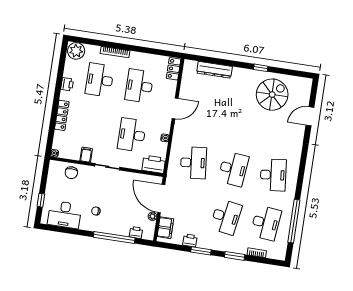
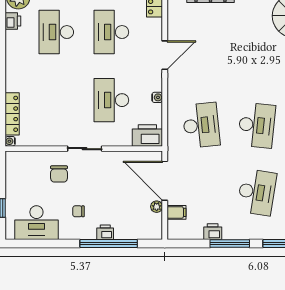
printer: (67, 84) -> (13, 21), moved
locker: (62, 115) -> (12, 114), moved
filing cabinet: (86, 155) -> (53, 137), removed
chair: (71, 173) -> (59, 174), moved
filing cabinet: (165, 228) -> (177, 212), width x0.50
printer: (136, 233) -> (105, 232), moved
window: (201, 251) -> (230, 244), width x1.44

